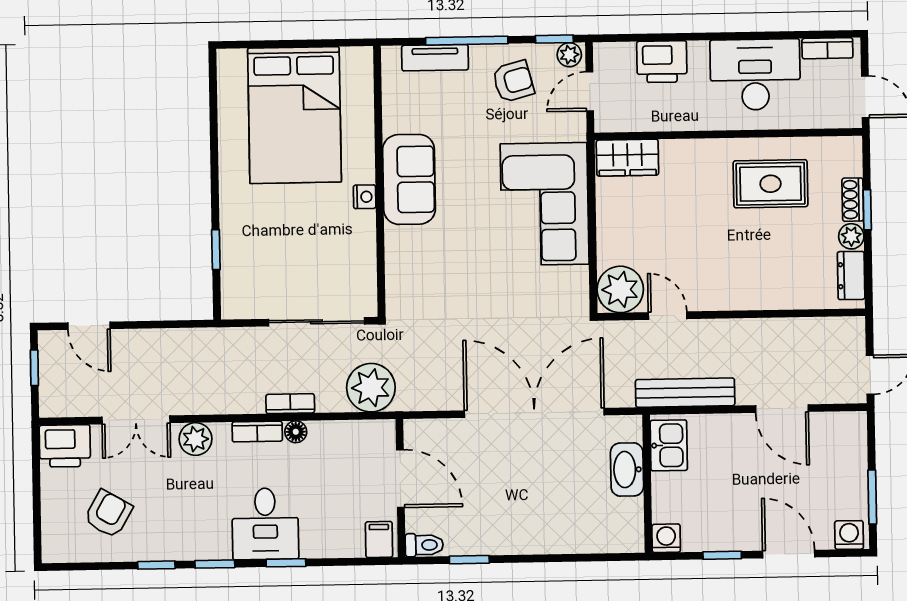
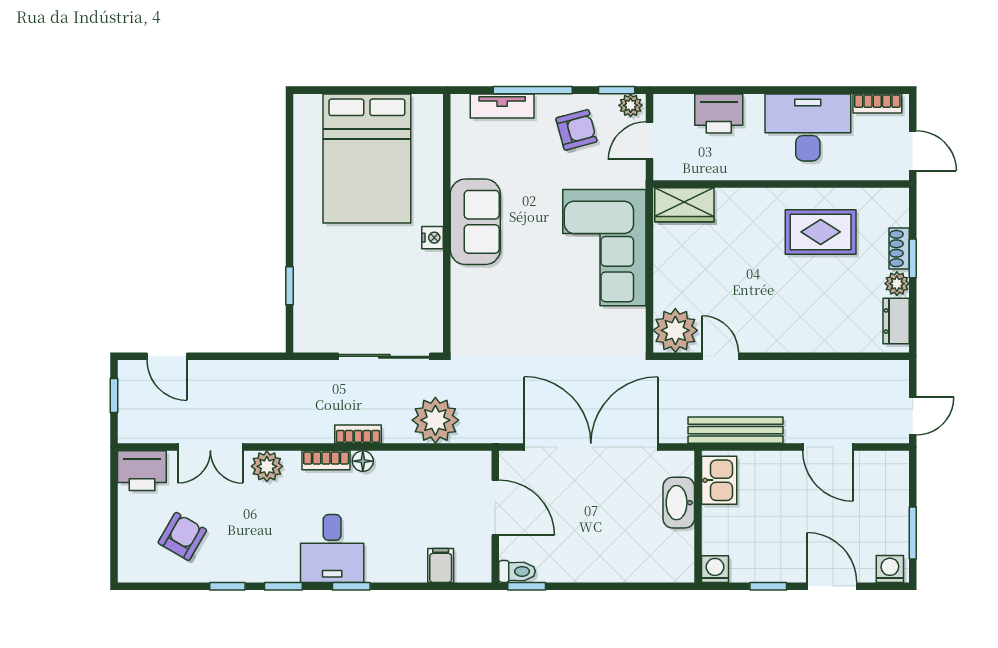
door: (400, 479) -> (495, 508), moved
wall: (400, 488) -> (495, 517), moved
toilet: (424, 545) -> (517, 571), moved

